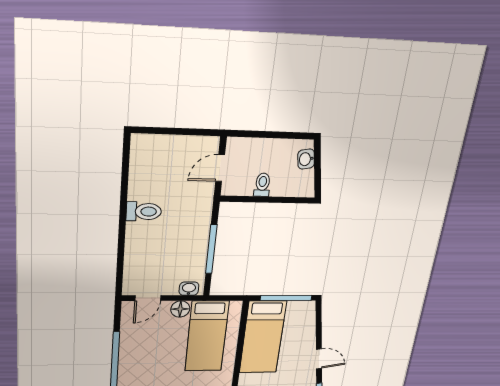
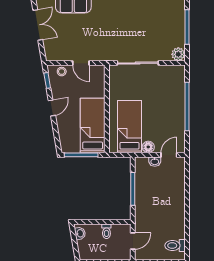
washbasin: (306, 159) -> (80, 233), moved
toilet: (144, 212) -> (175, 246), moved
washbasin: (189, 289) -> (155, 162), moved
door: (319, 359) -> (52, 108), swing flipped

